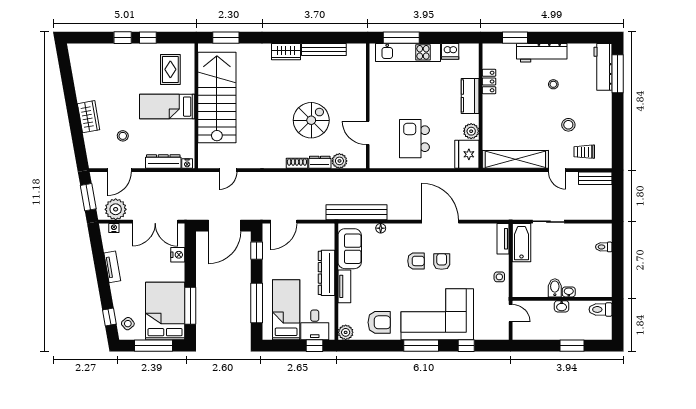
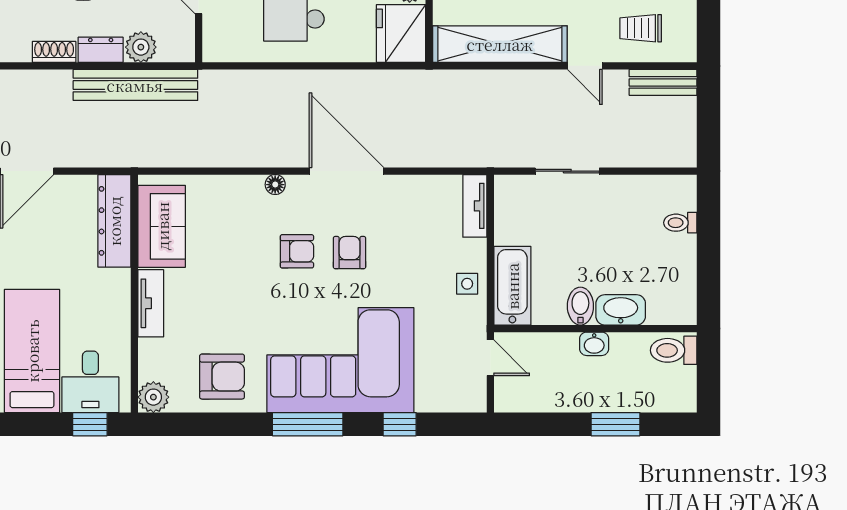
bench: (356, 212) -> (135, 85), moved
floor lamp: (381, 228) -> (275, 185), moved
bathtub: (521, 243) -> (512, 286), moved
dresser: (327, 273) -> (114, 221), moved
washbasin: (569, 292) -> (621, 310), width x1.91, depth x1.45

